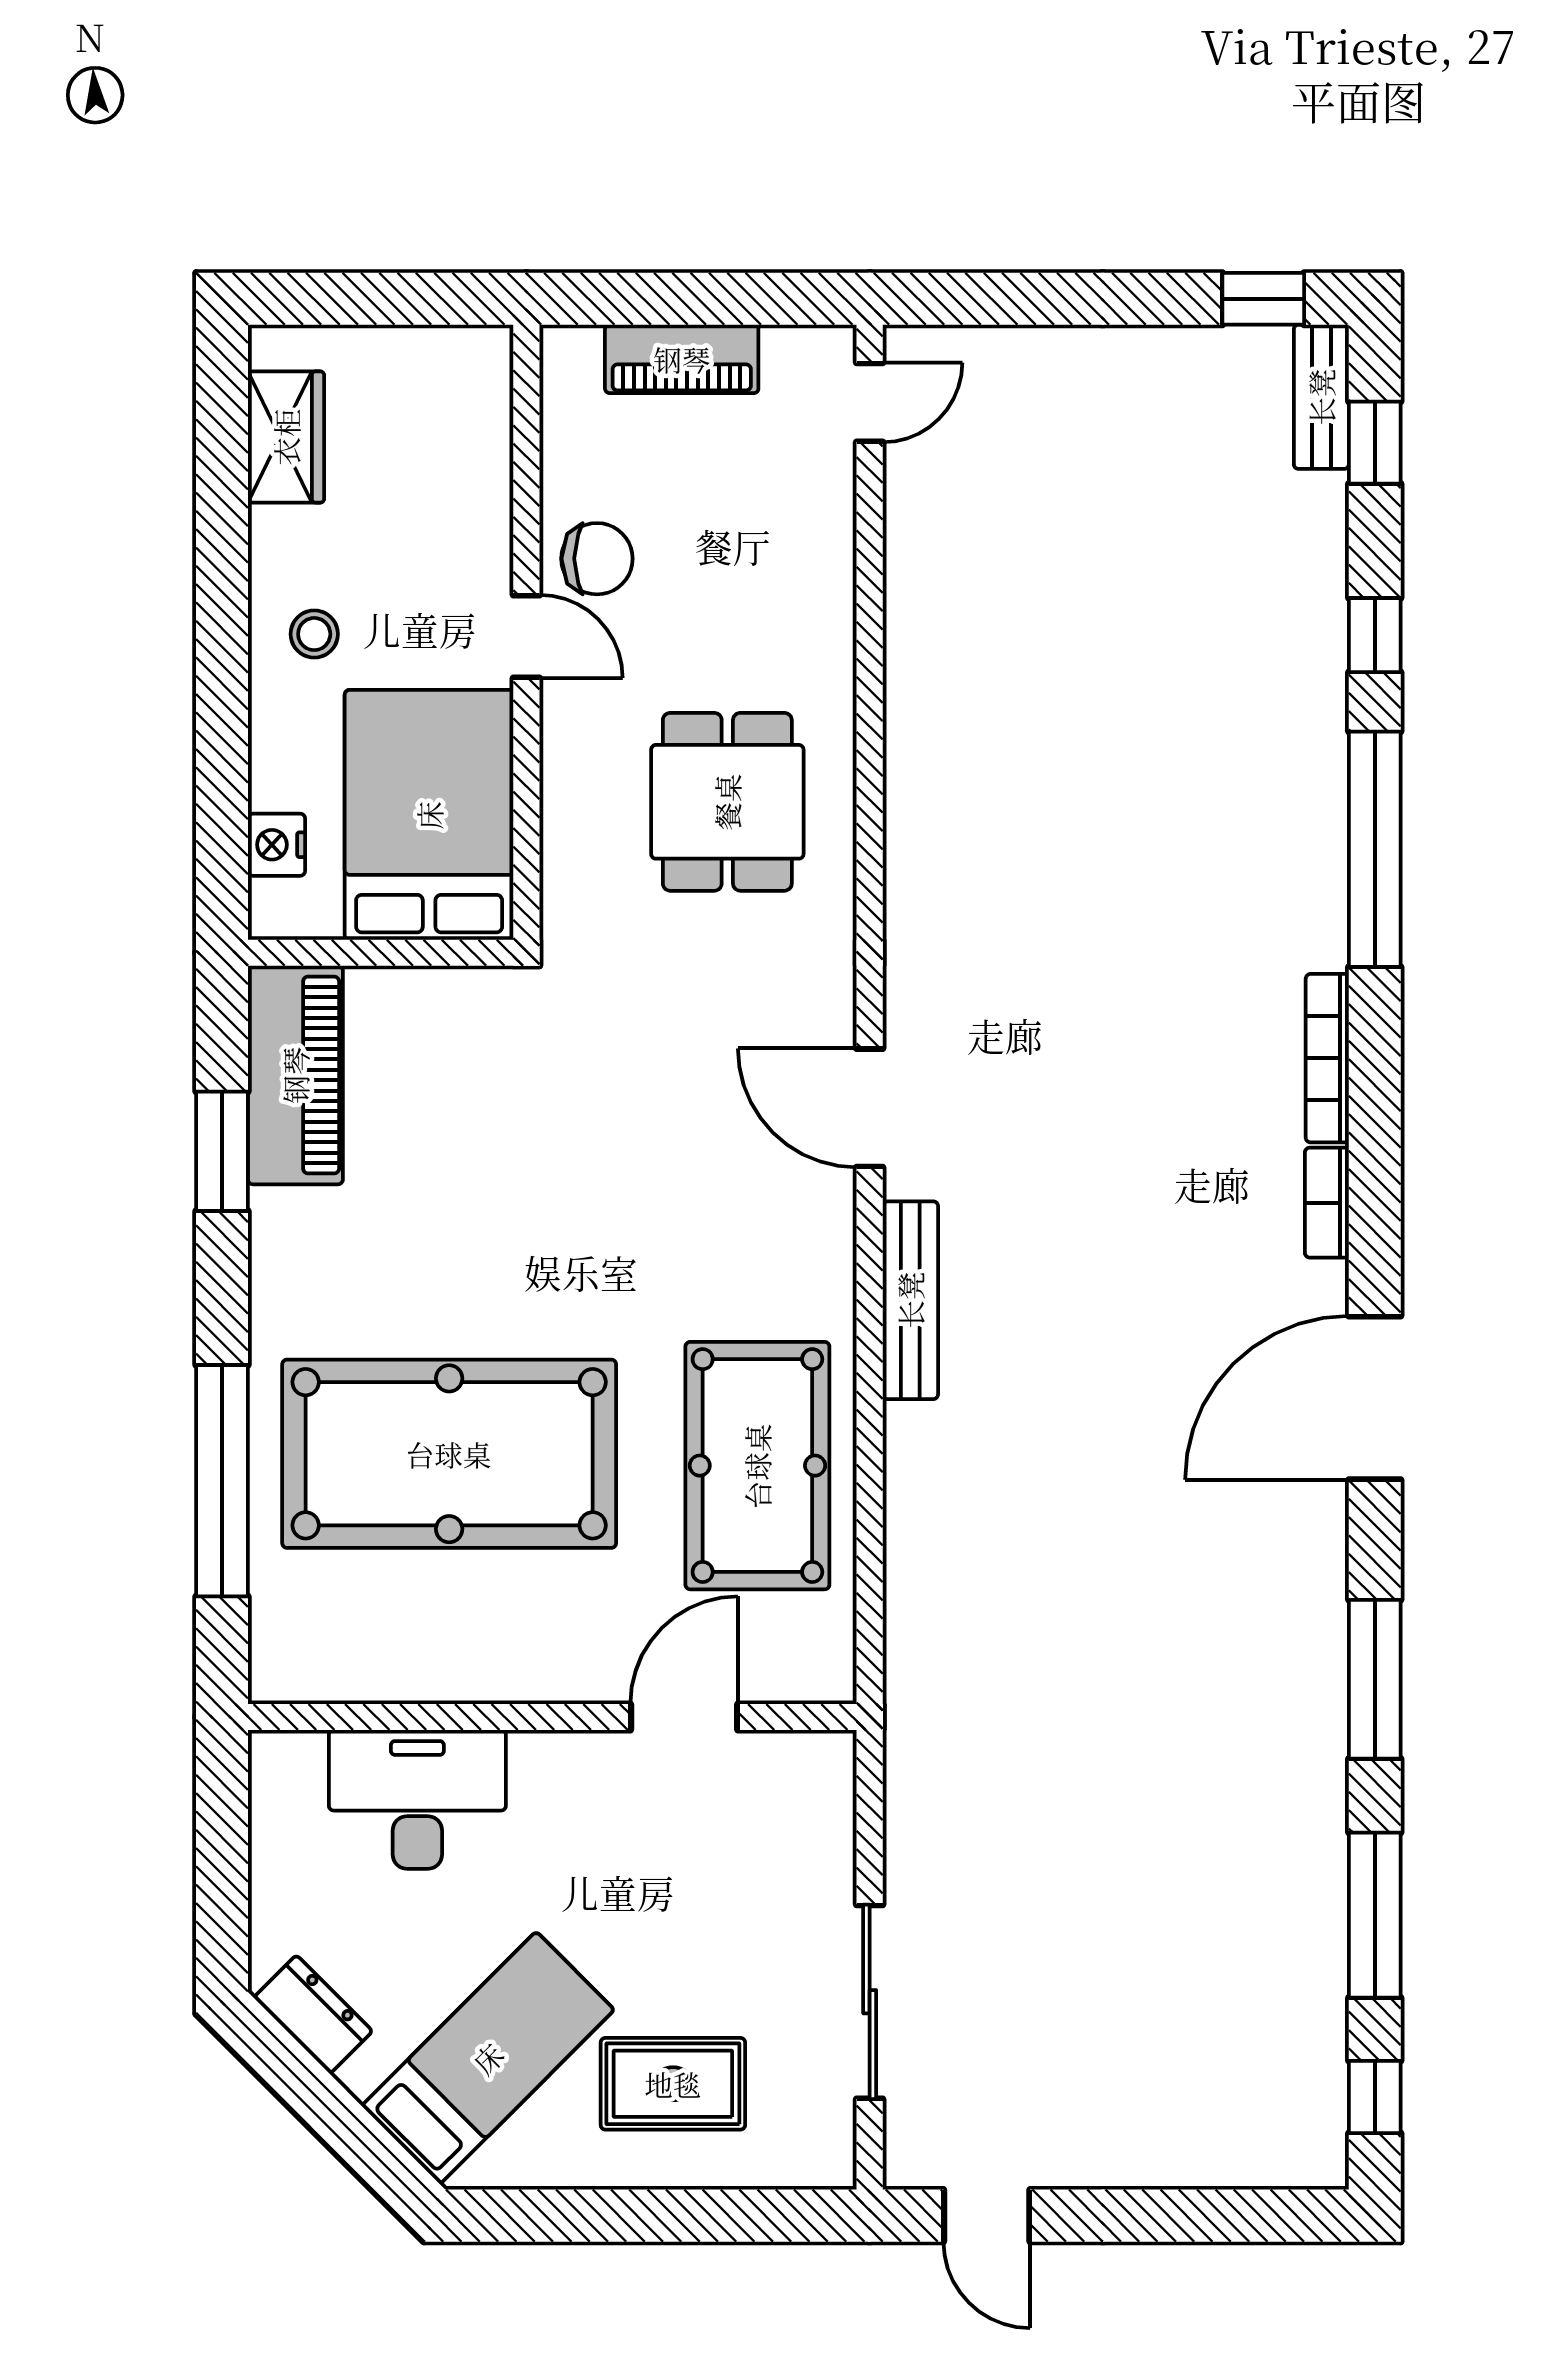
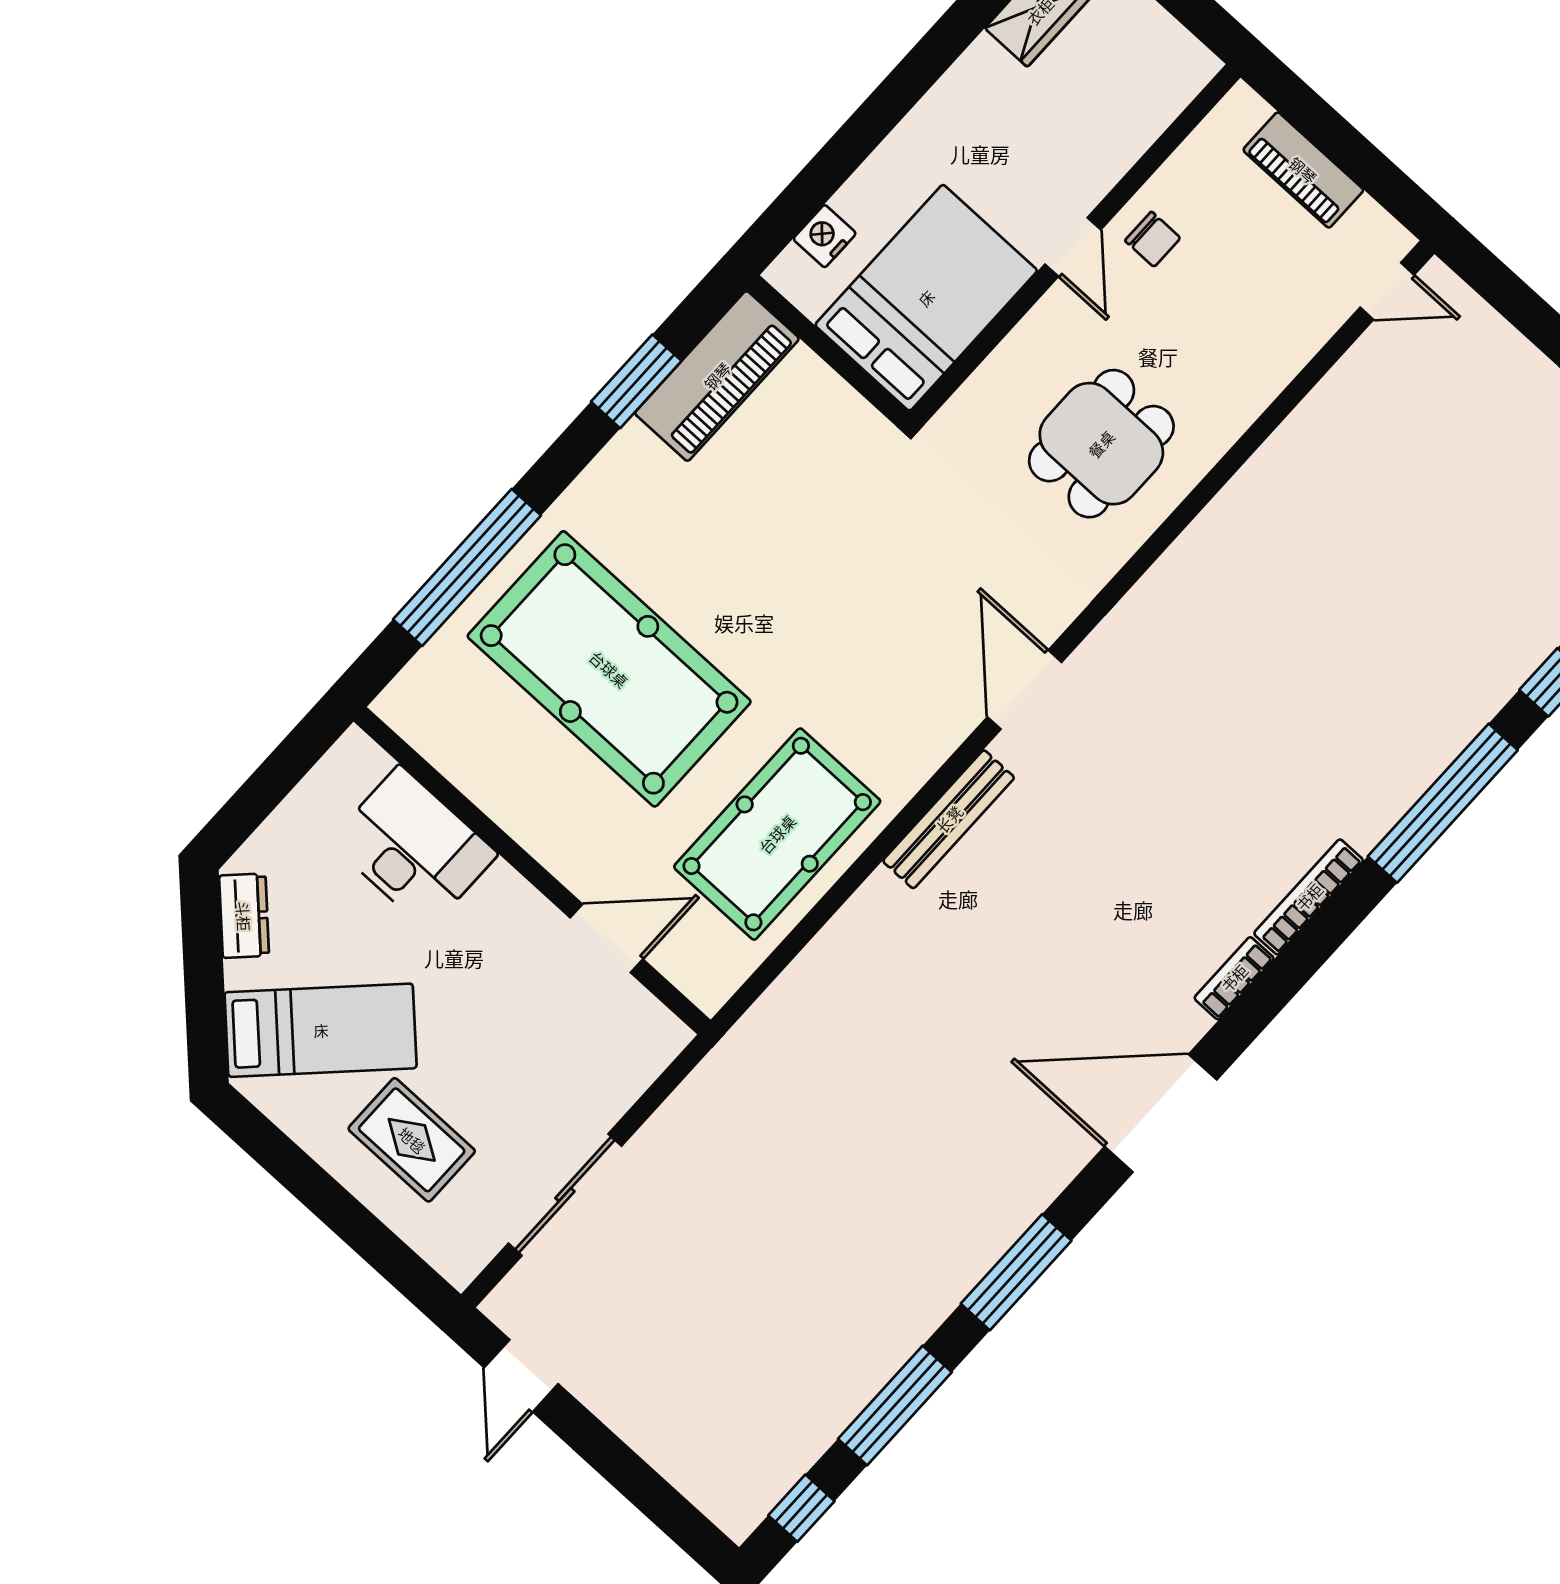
chair: (597, 559) -> (1153, 239), width x0.73, depth x0.73
stool: (314, 634) -> (954, 136), removed

